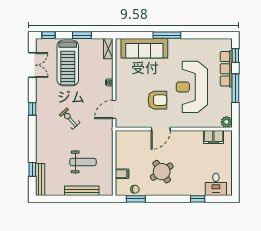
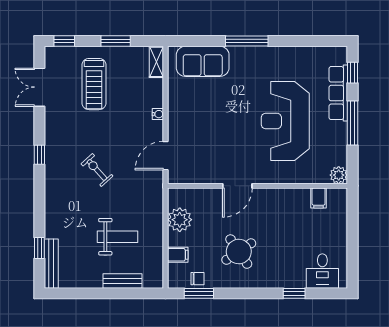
sofa: (144, 48) -> (203, 61), width x0.73
treadmill: (68, 63) -> (94, 84), width x0.73, depth x0.73
double door: (32, 65) -> (39, 87), swing flipped
armchair: (158, 100) -> (232, 141), removed
filing cabinet: (213, 137) -> (319, 198), width x0.50
plant: (123, 151) -> (180, 220), added
bench: (82, 191) -> (123, 281), width x0.73

